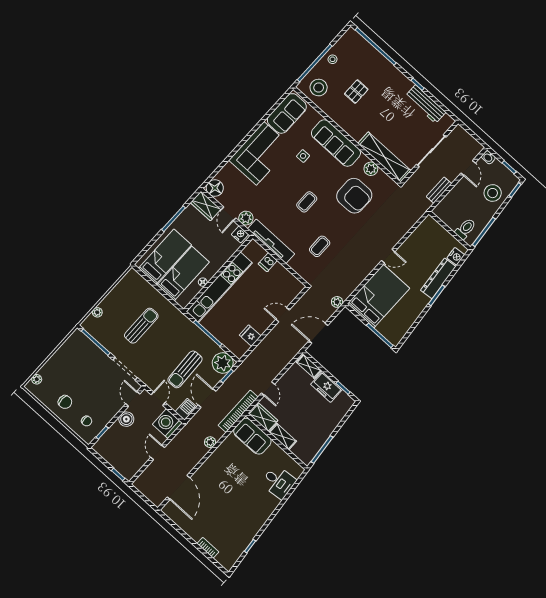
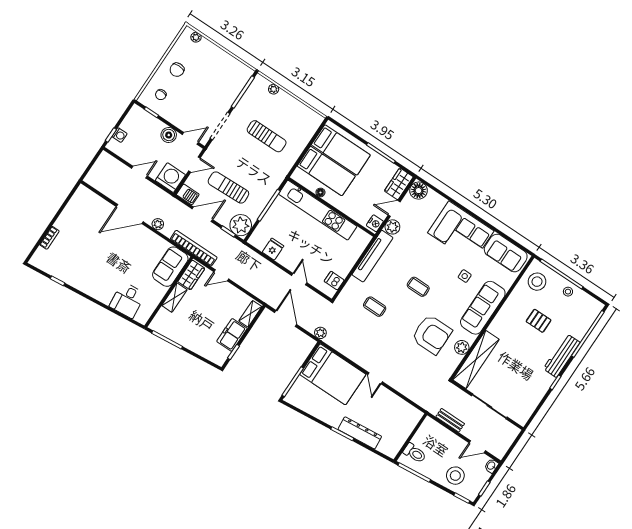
workbench: (426, 104) -> (562, 356), moved
armchair: (354, 196) -> (432, 334), turned -90
nightstand: (456, 256) -> (385, 448), removed
dishwasher: (268, 262) -> (334, 281), moved
washing machine: (119, 466) -> (120, 135), added
door: (178, 487) -> (130, 214), moved

